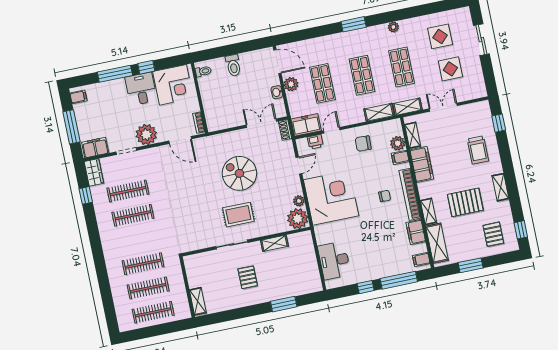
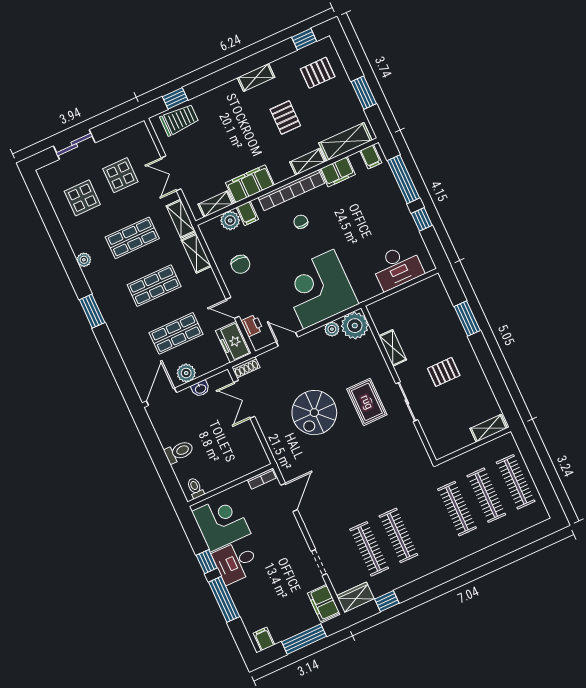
plant: (146, 135) -> (292, 542), removed
trolley: (478, 150) -> (179, 120), moved
pallet: (465, 202) -> (285, 118), width x0.67, depth x0.71

